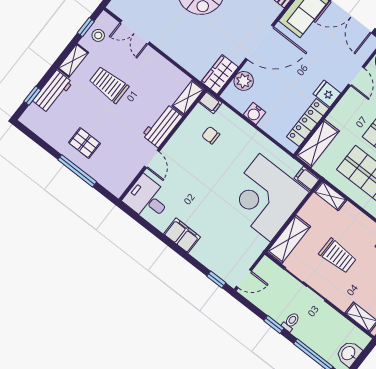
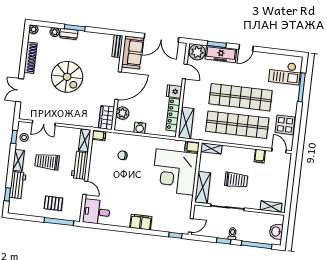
shelving: (188, 98) -> (85, 140), moved
filing cabinet: (210, 102) -> (99, 135), moved
workbench: (162, 126) -> (80, 165), moved
wall: (163, 145) -> (87, 176), moved
door: (152, 159) -> (85, 188), moved
desk: (147, 199) -> (96, 212), moved

